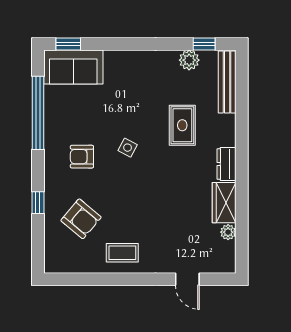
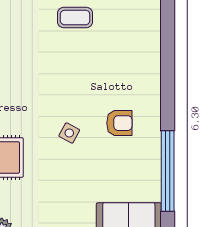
window: (38, 203) -> (168, 72), removed
armchair: (81, 219) -> (120, 55), removed

